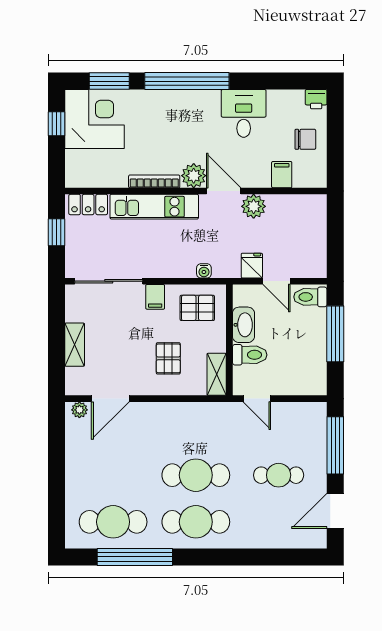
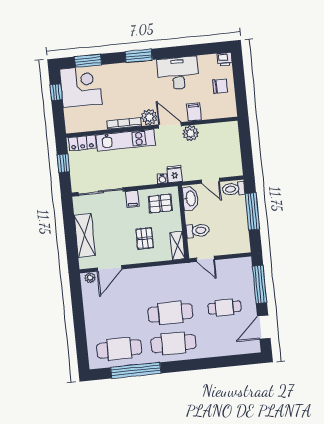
window: (187, 81) -> (139, 56), width x0.47
desk: (244, 113) -> (178, 73), width x1.37
filing cabinet: (282, 175) -> (194, 112), moved
fridge: (252, 266) -> (175, 174), moved
washbasin: (243, 325) -> (190, 198), moved
shelving: (75, 345) -> (85, 235), width x1.50, depth x1.33

